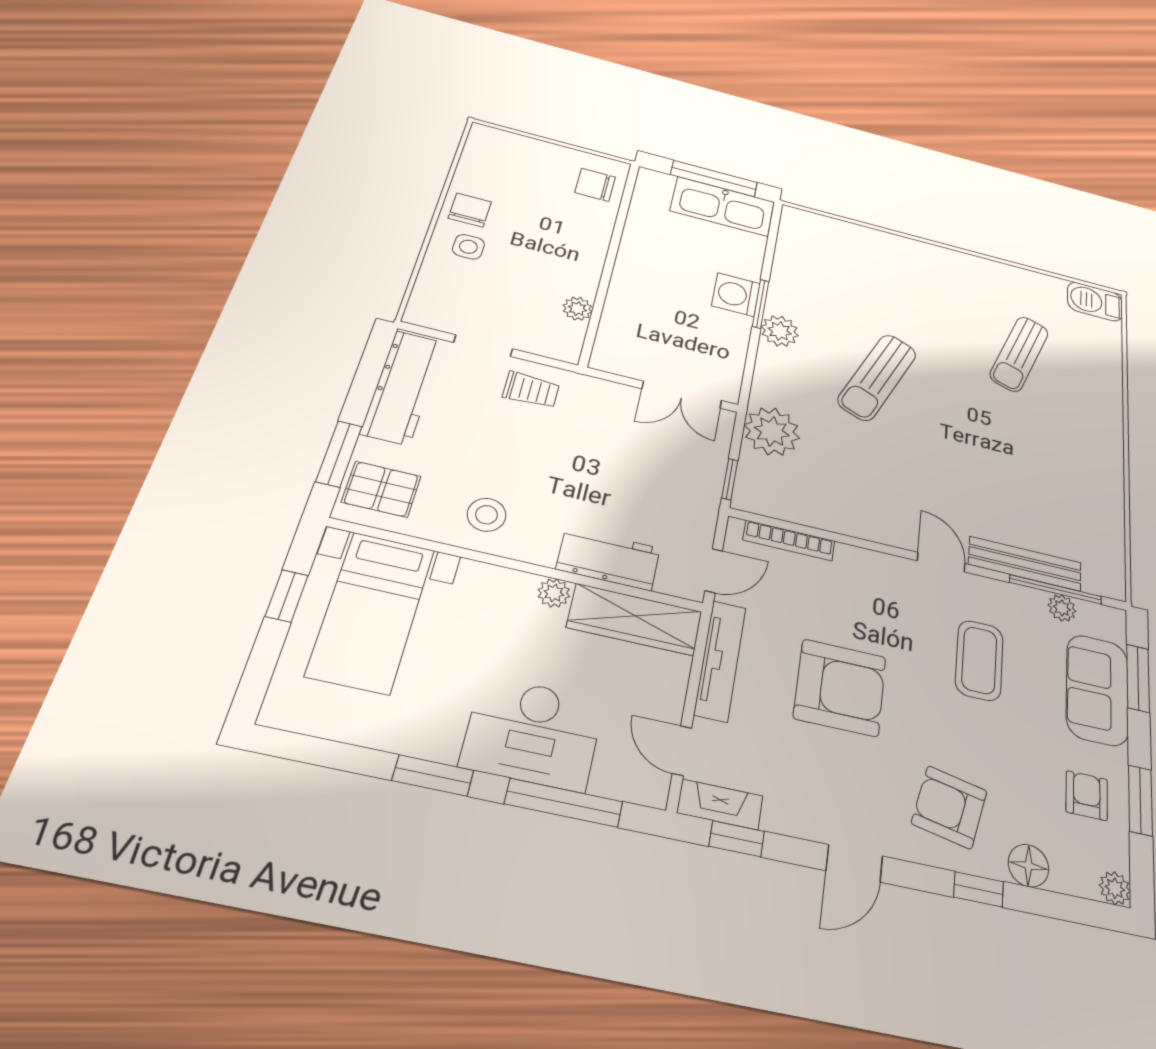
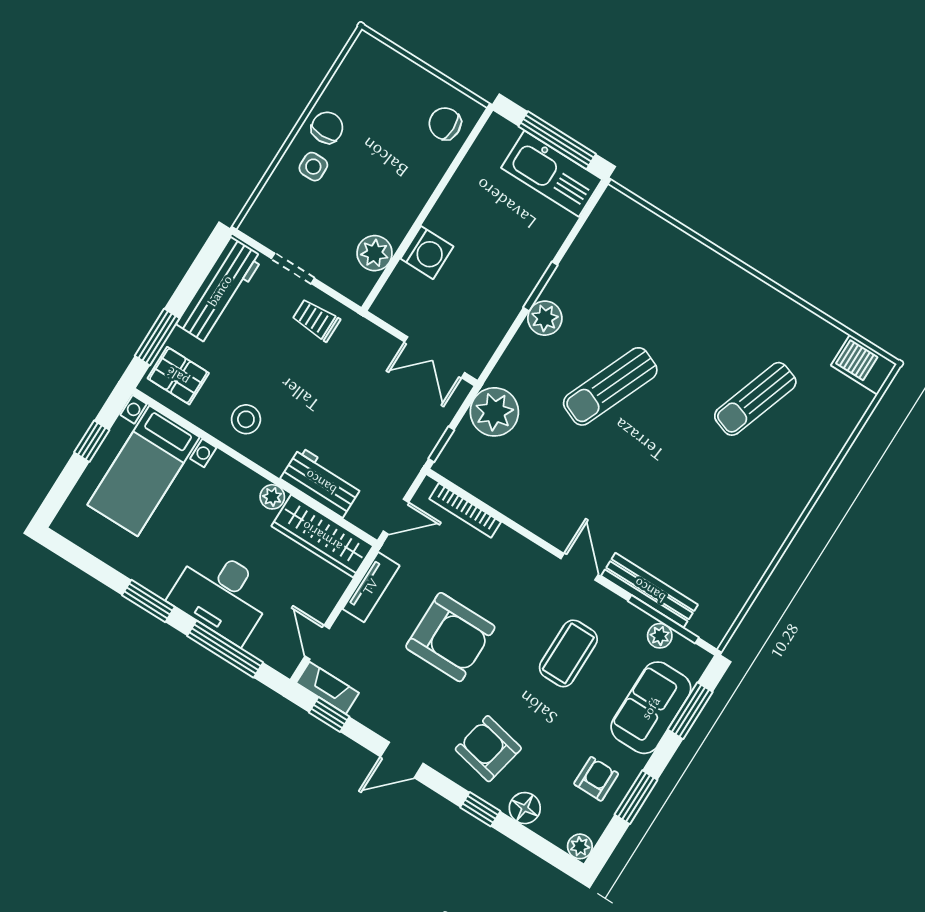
washing machine: (736, 295) -> (427, 253), moved, turned 180
plant: (577, 309) -> (375, 253), width x1.38, depth x1.38
trolley: (531, 390) -> (316, 320), turned 180
tv unit: (720, 660) -> (371, 587), width x0.71

